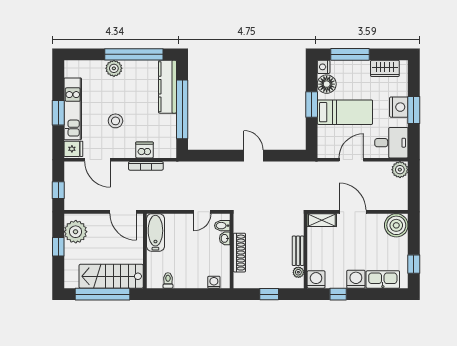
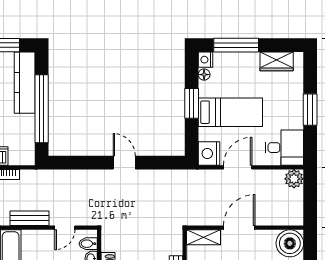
floor lamp: (327, 84) -> (204, 75), width x0.53, depth x0.53
nightstand: (399, 107) -> (209, 153), moved, turned 180
bench: (172, 204) -> (29, 218), added
door: (353, 212) -> (239, 228), hinge flipped

